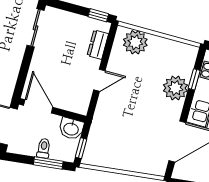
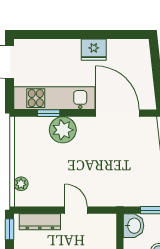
plant: (135, 42) -> (21, 184), width x0.53, depth x0.53
dresser: (98, 45) -> (40, 222), width x1.44

